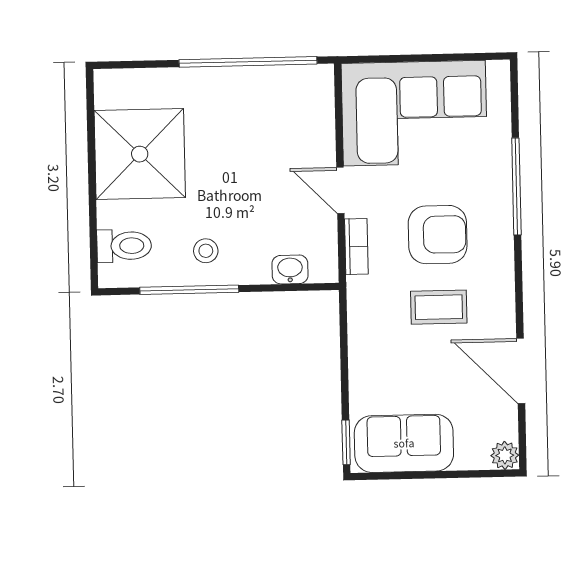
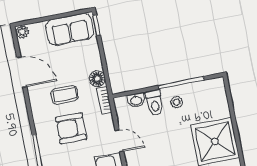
toilet: (124, 246) -> (154, 103), moved, turned -90
bookcase: (356, 247) -> (104, 100), moved
floor lamp: (364, 329) -> (97, 79), added

